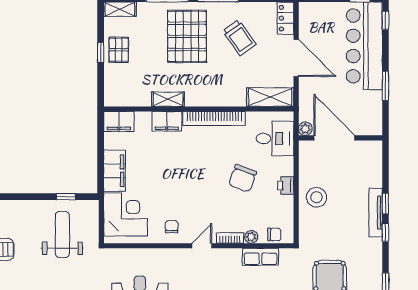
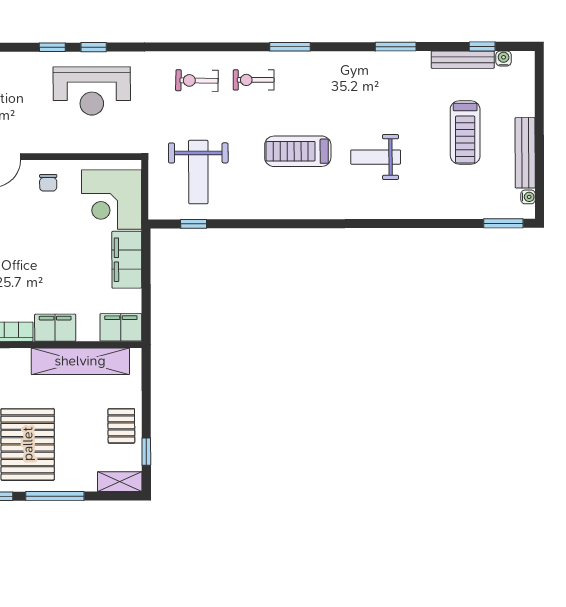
window: (101, 52) -> (146, 452), moved
shelving: (168, 99) -> (80, 361), width x2.20, depth x1.33

